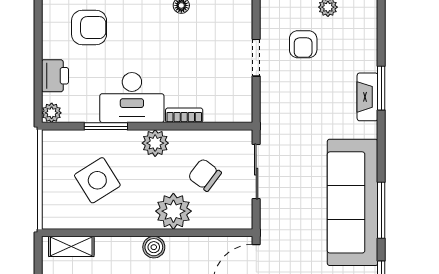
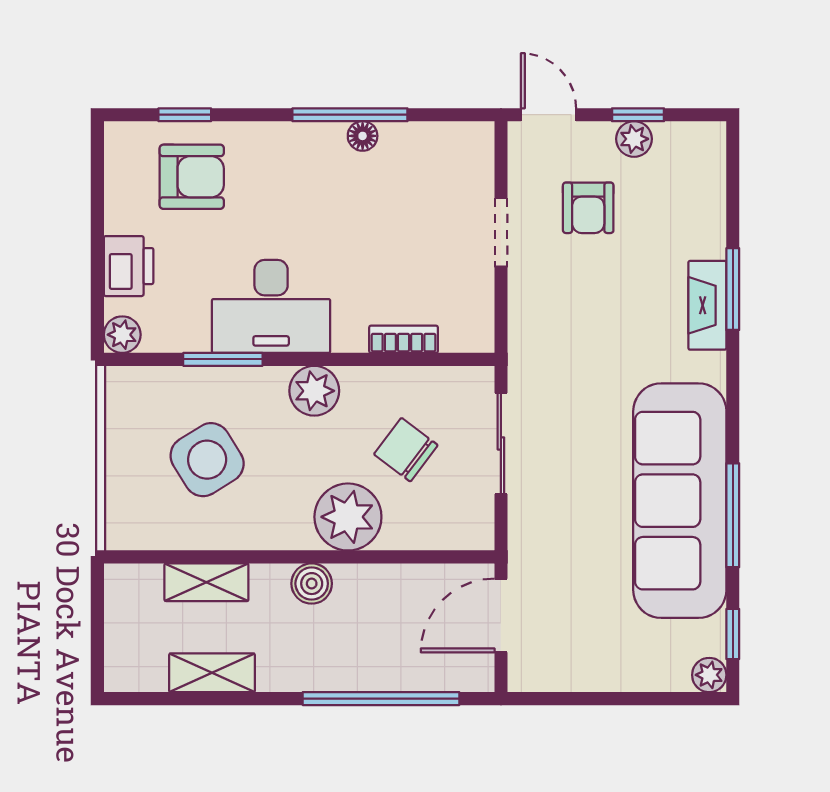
bookcase: (184, 115) -> (404, 339), moved
shelving: (71, 246) -> (206, 582), moved

